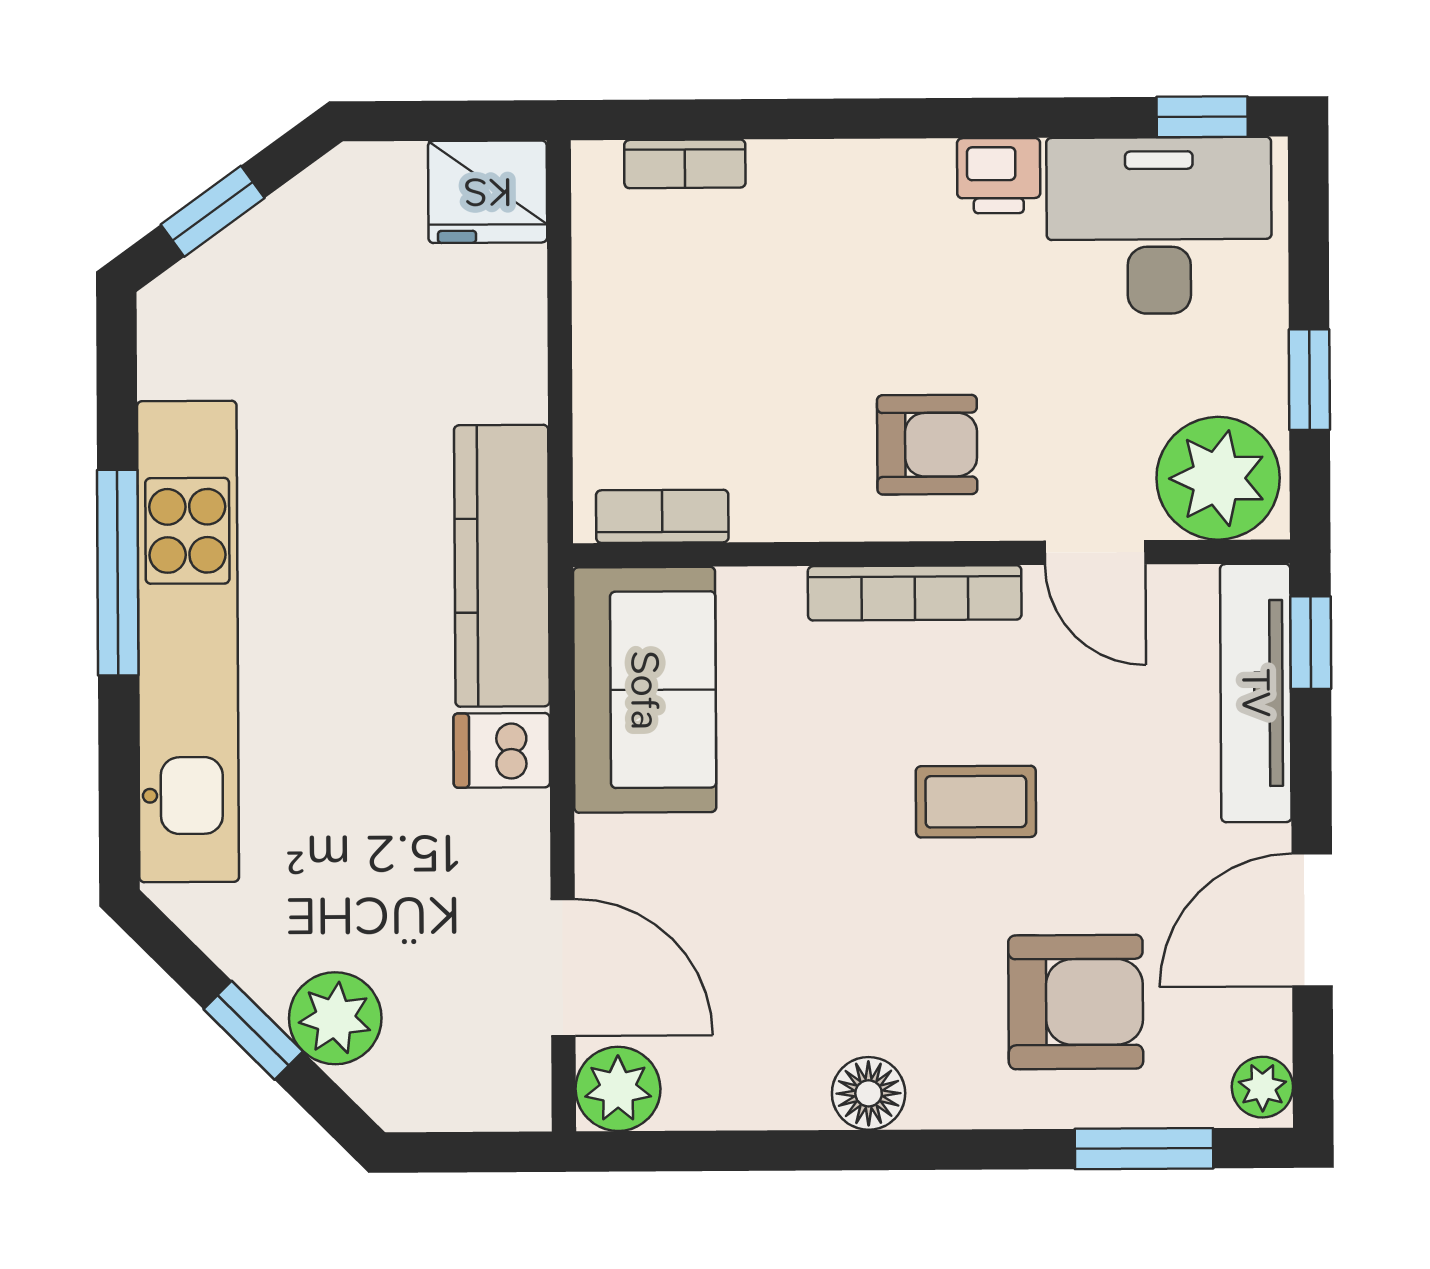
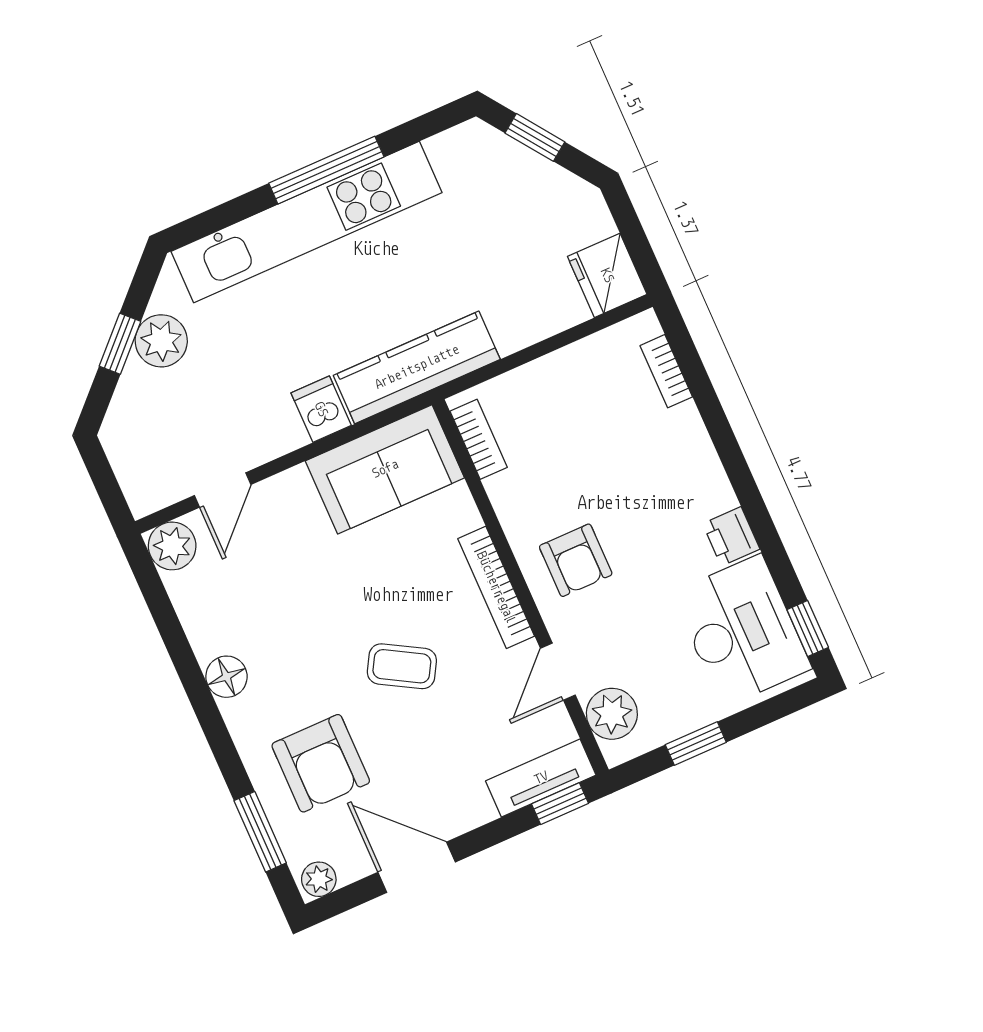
plant: (1218, 478) -> (612, 714), width x0.73, depth x0.73
tv unit: (1256, 693) -> (541, 778), width x0.71
coffee table: (976, 802) -> (402, 666), turned -60
door: (563, 967) -> (223, 490), width x0.73
plant: (335, 1018) -> (161, 341), moved

